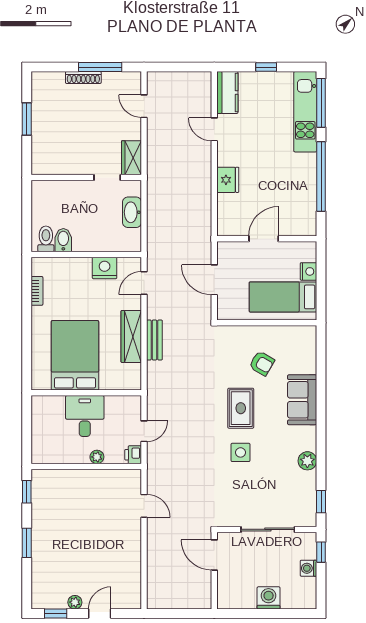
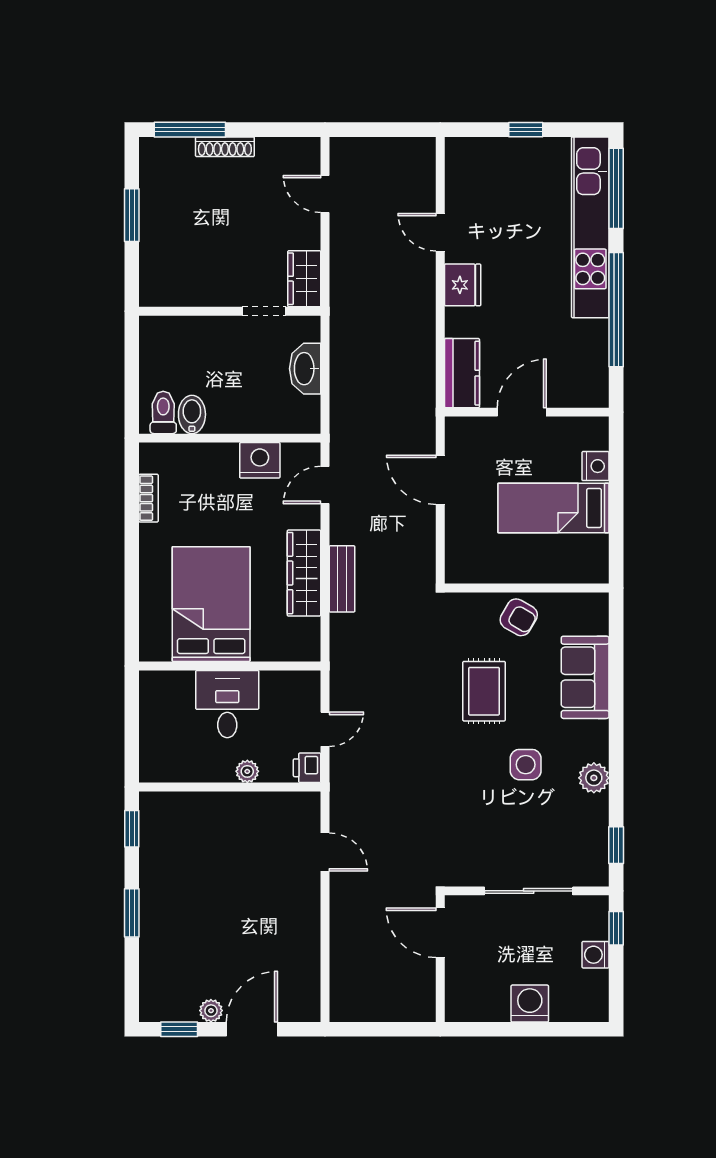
window: (100, 67) -> (190, 130), moved
kitchen counter: (227, 93) -> (462, 373), moved
kitchen unit: (305, 112) -> (590, 227), width x1.36
fridge: (228, 180) -> (463, 285), moved
wall: (267, 323) -> (527, 588), moved
side table: (241, 452) -> (526, 765), moved
door: (100, 614) -> (252, 1029), width x1.38

